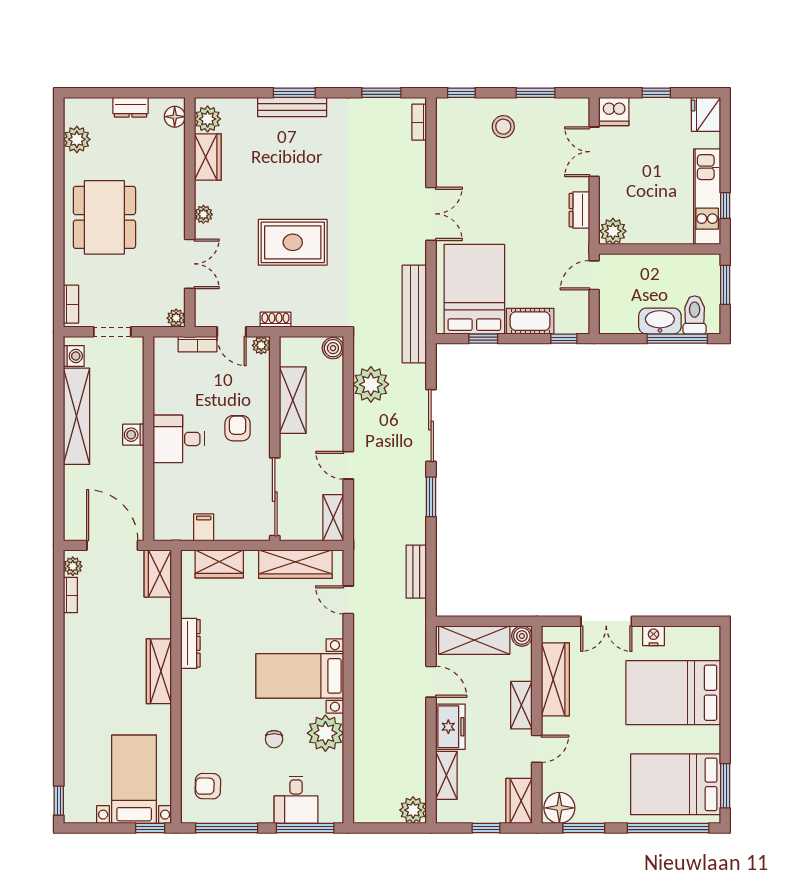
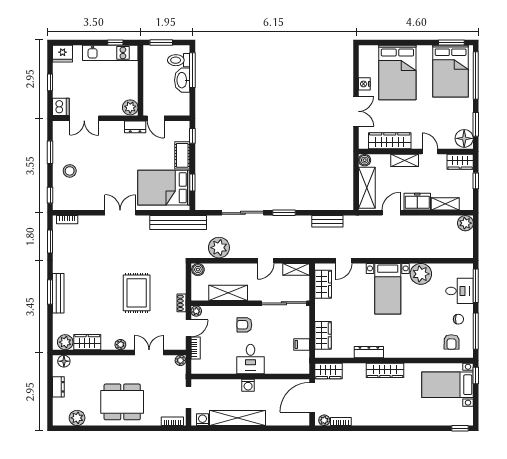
dresser: (579, 210) -> (135, 127), moved
wardrobe: (295, 564) -> (323, 284), width x0.67
chair: (274, 739) -> (458, 319), moved

